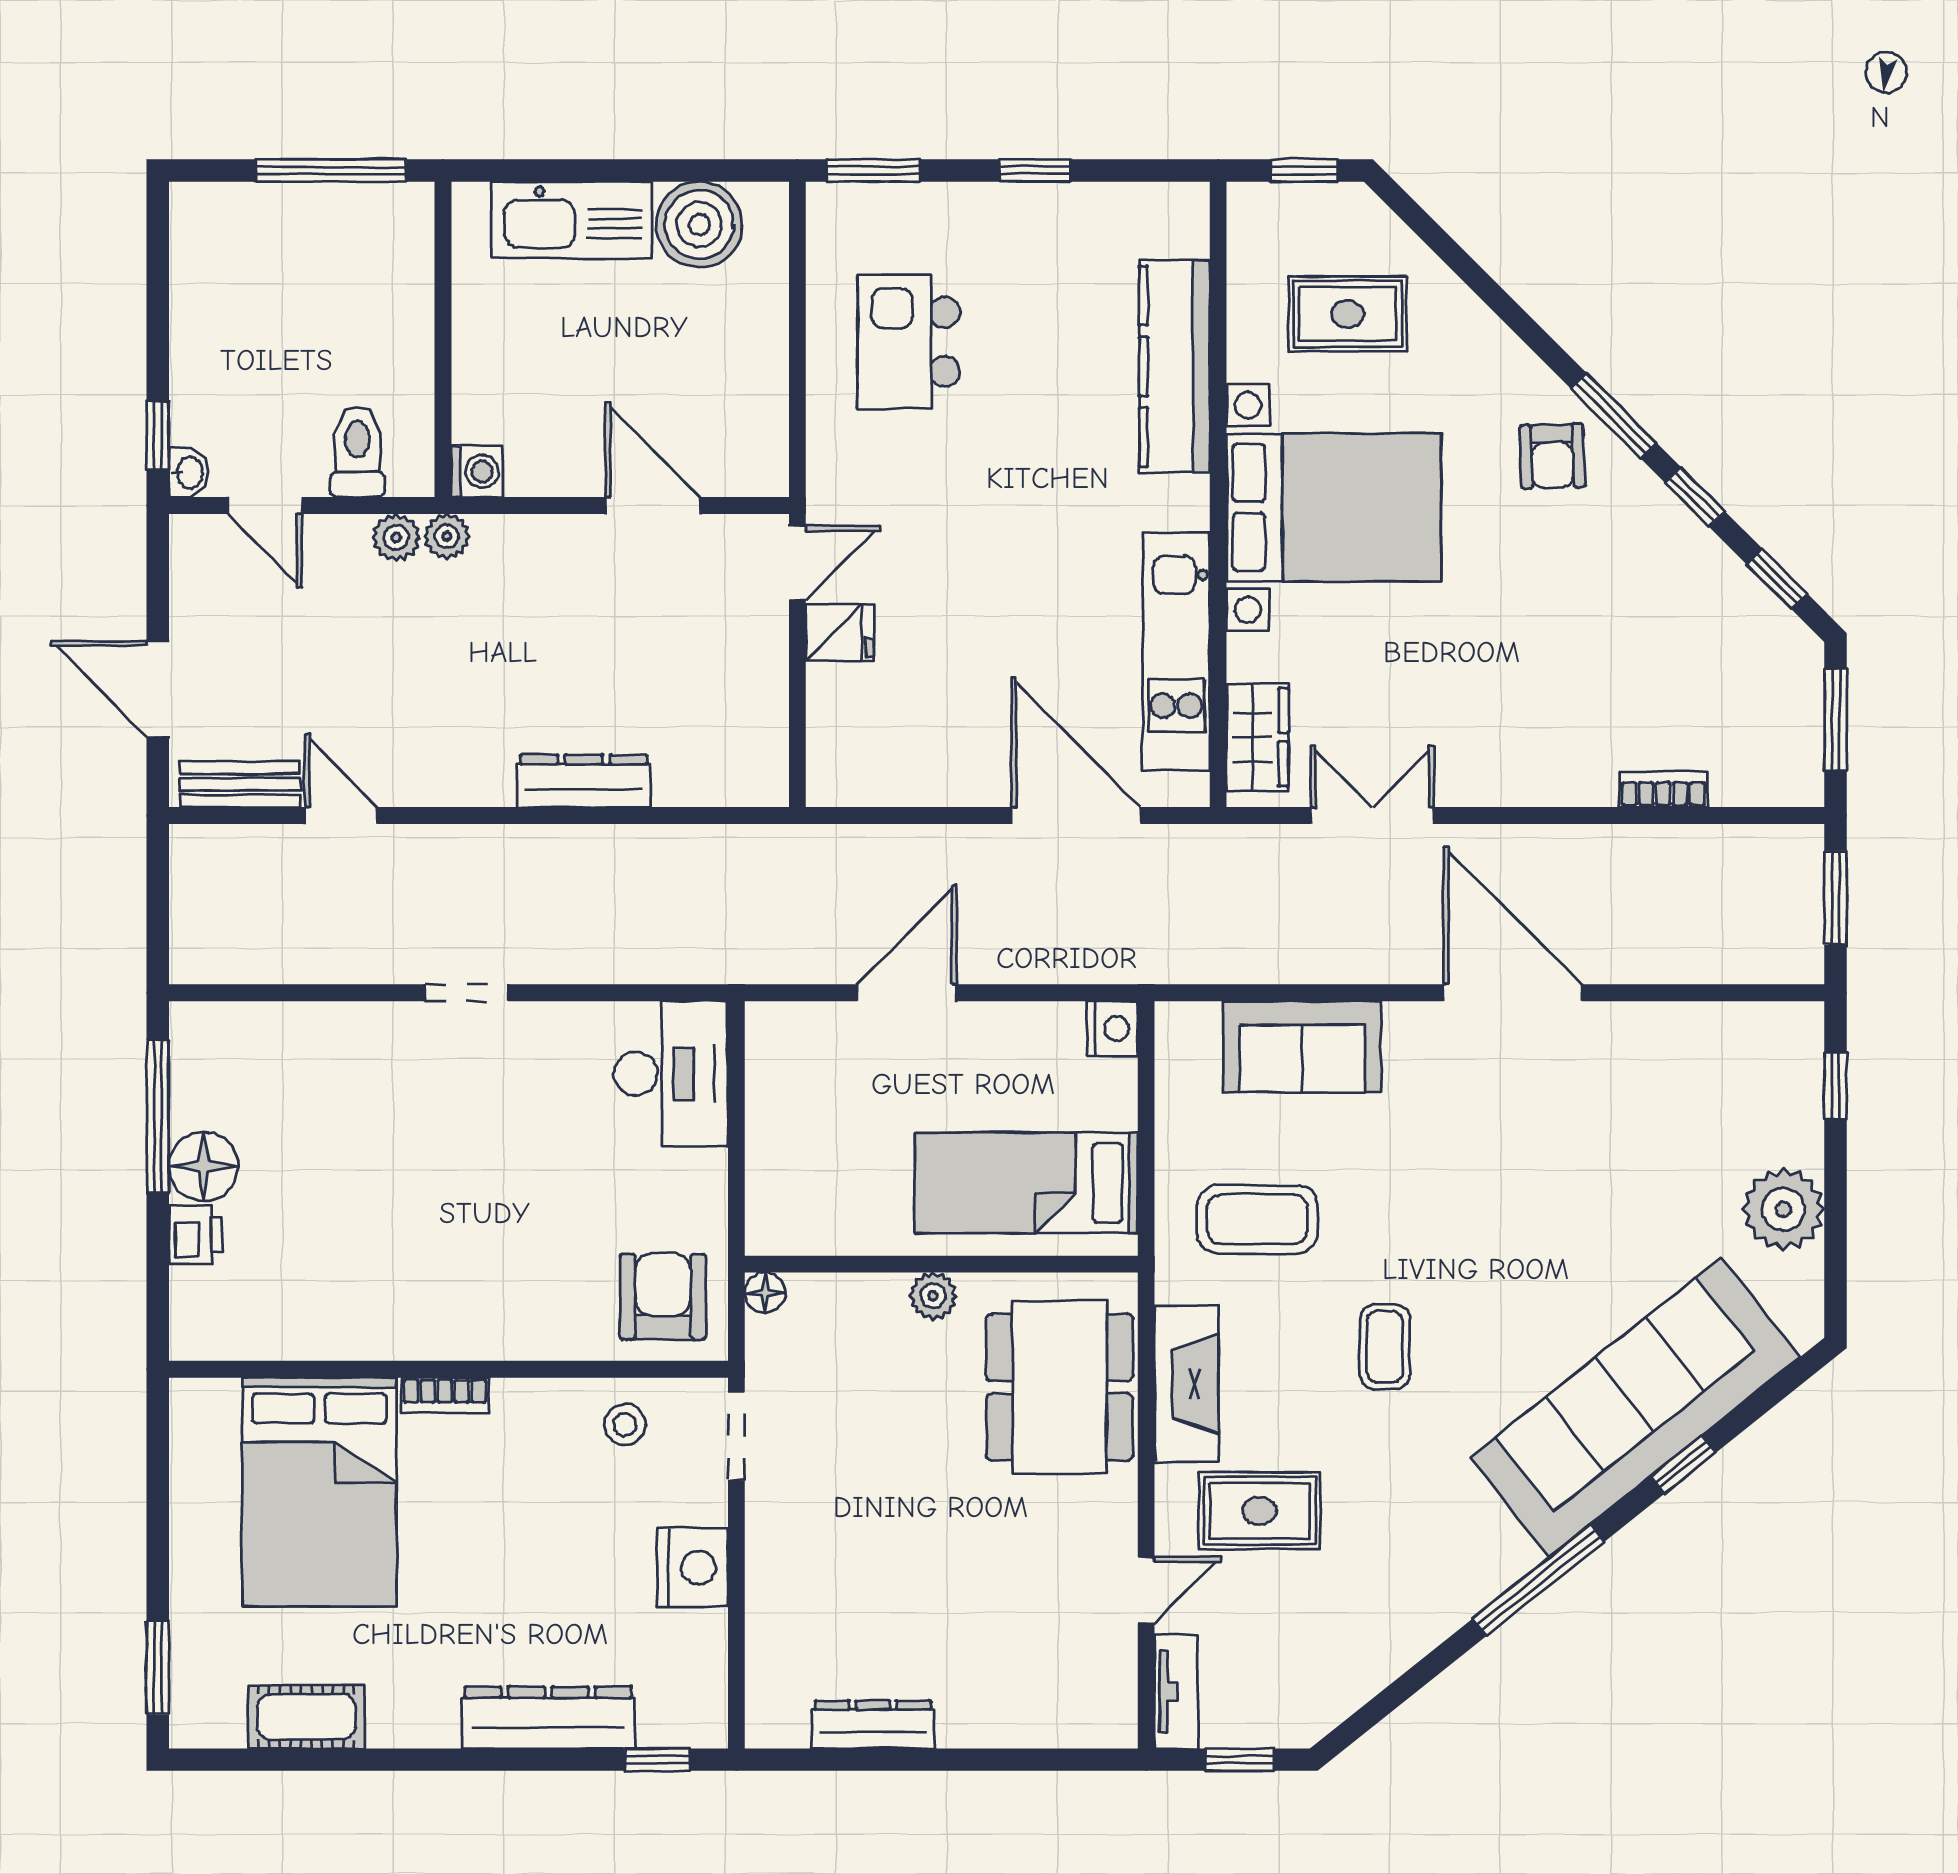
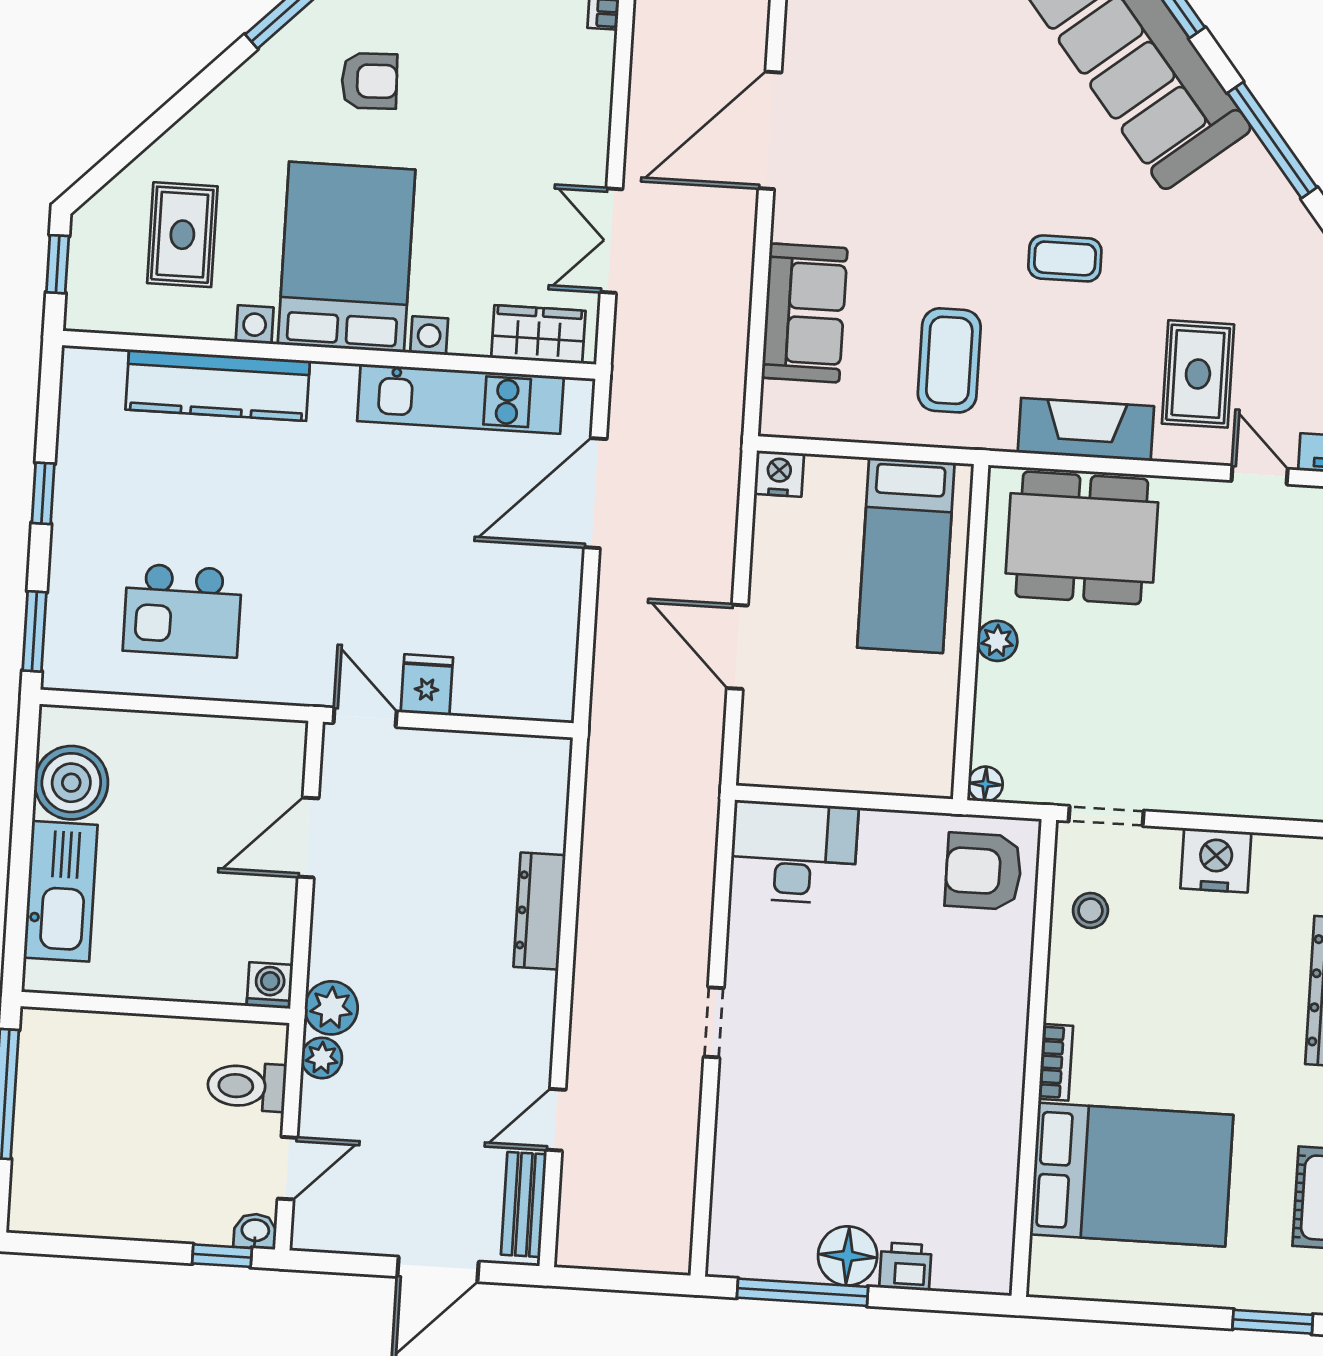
armchair: (1552, 456) -> (369, 81), moved
plant: (447, 536) -> (331, 1008), width x1.38, depth x1.38

